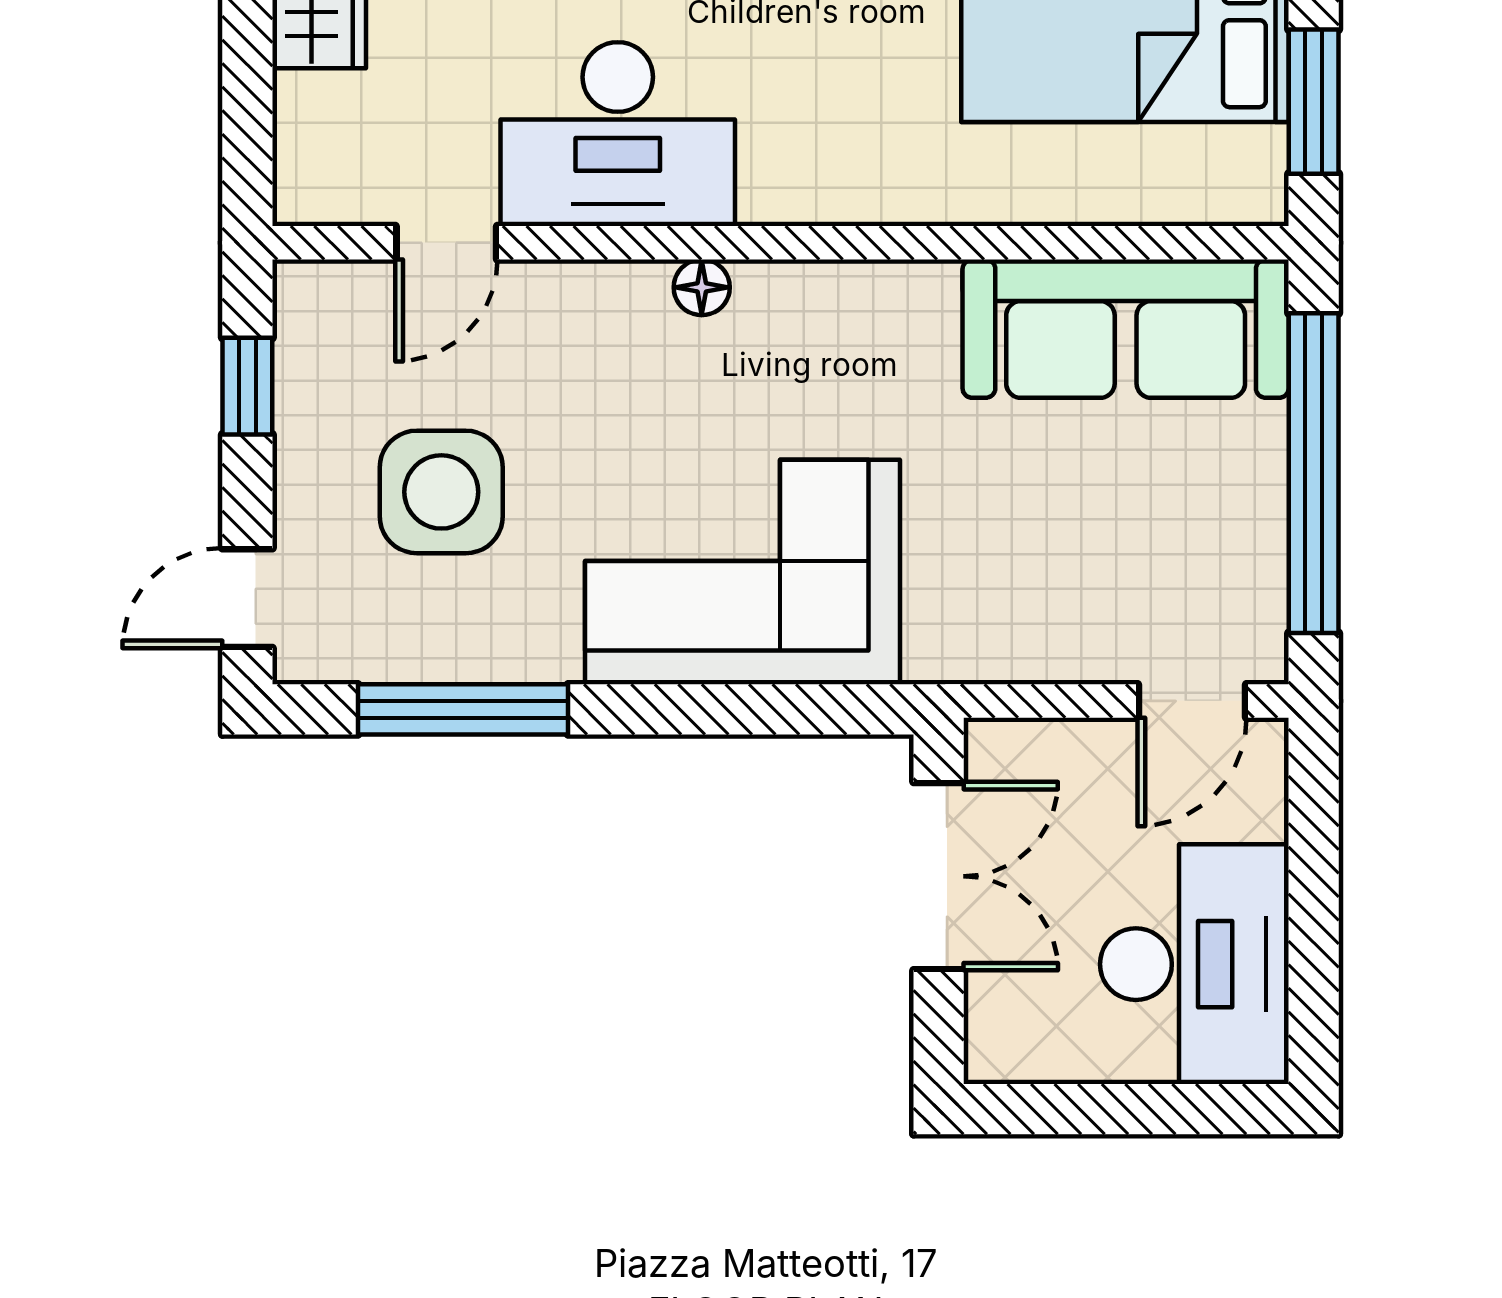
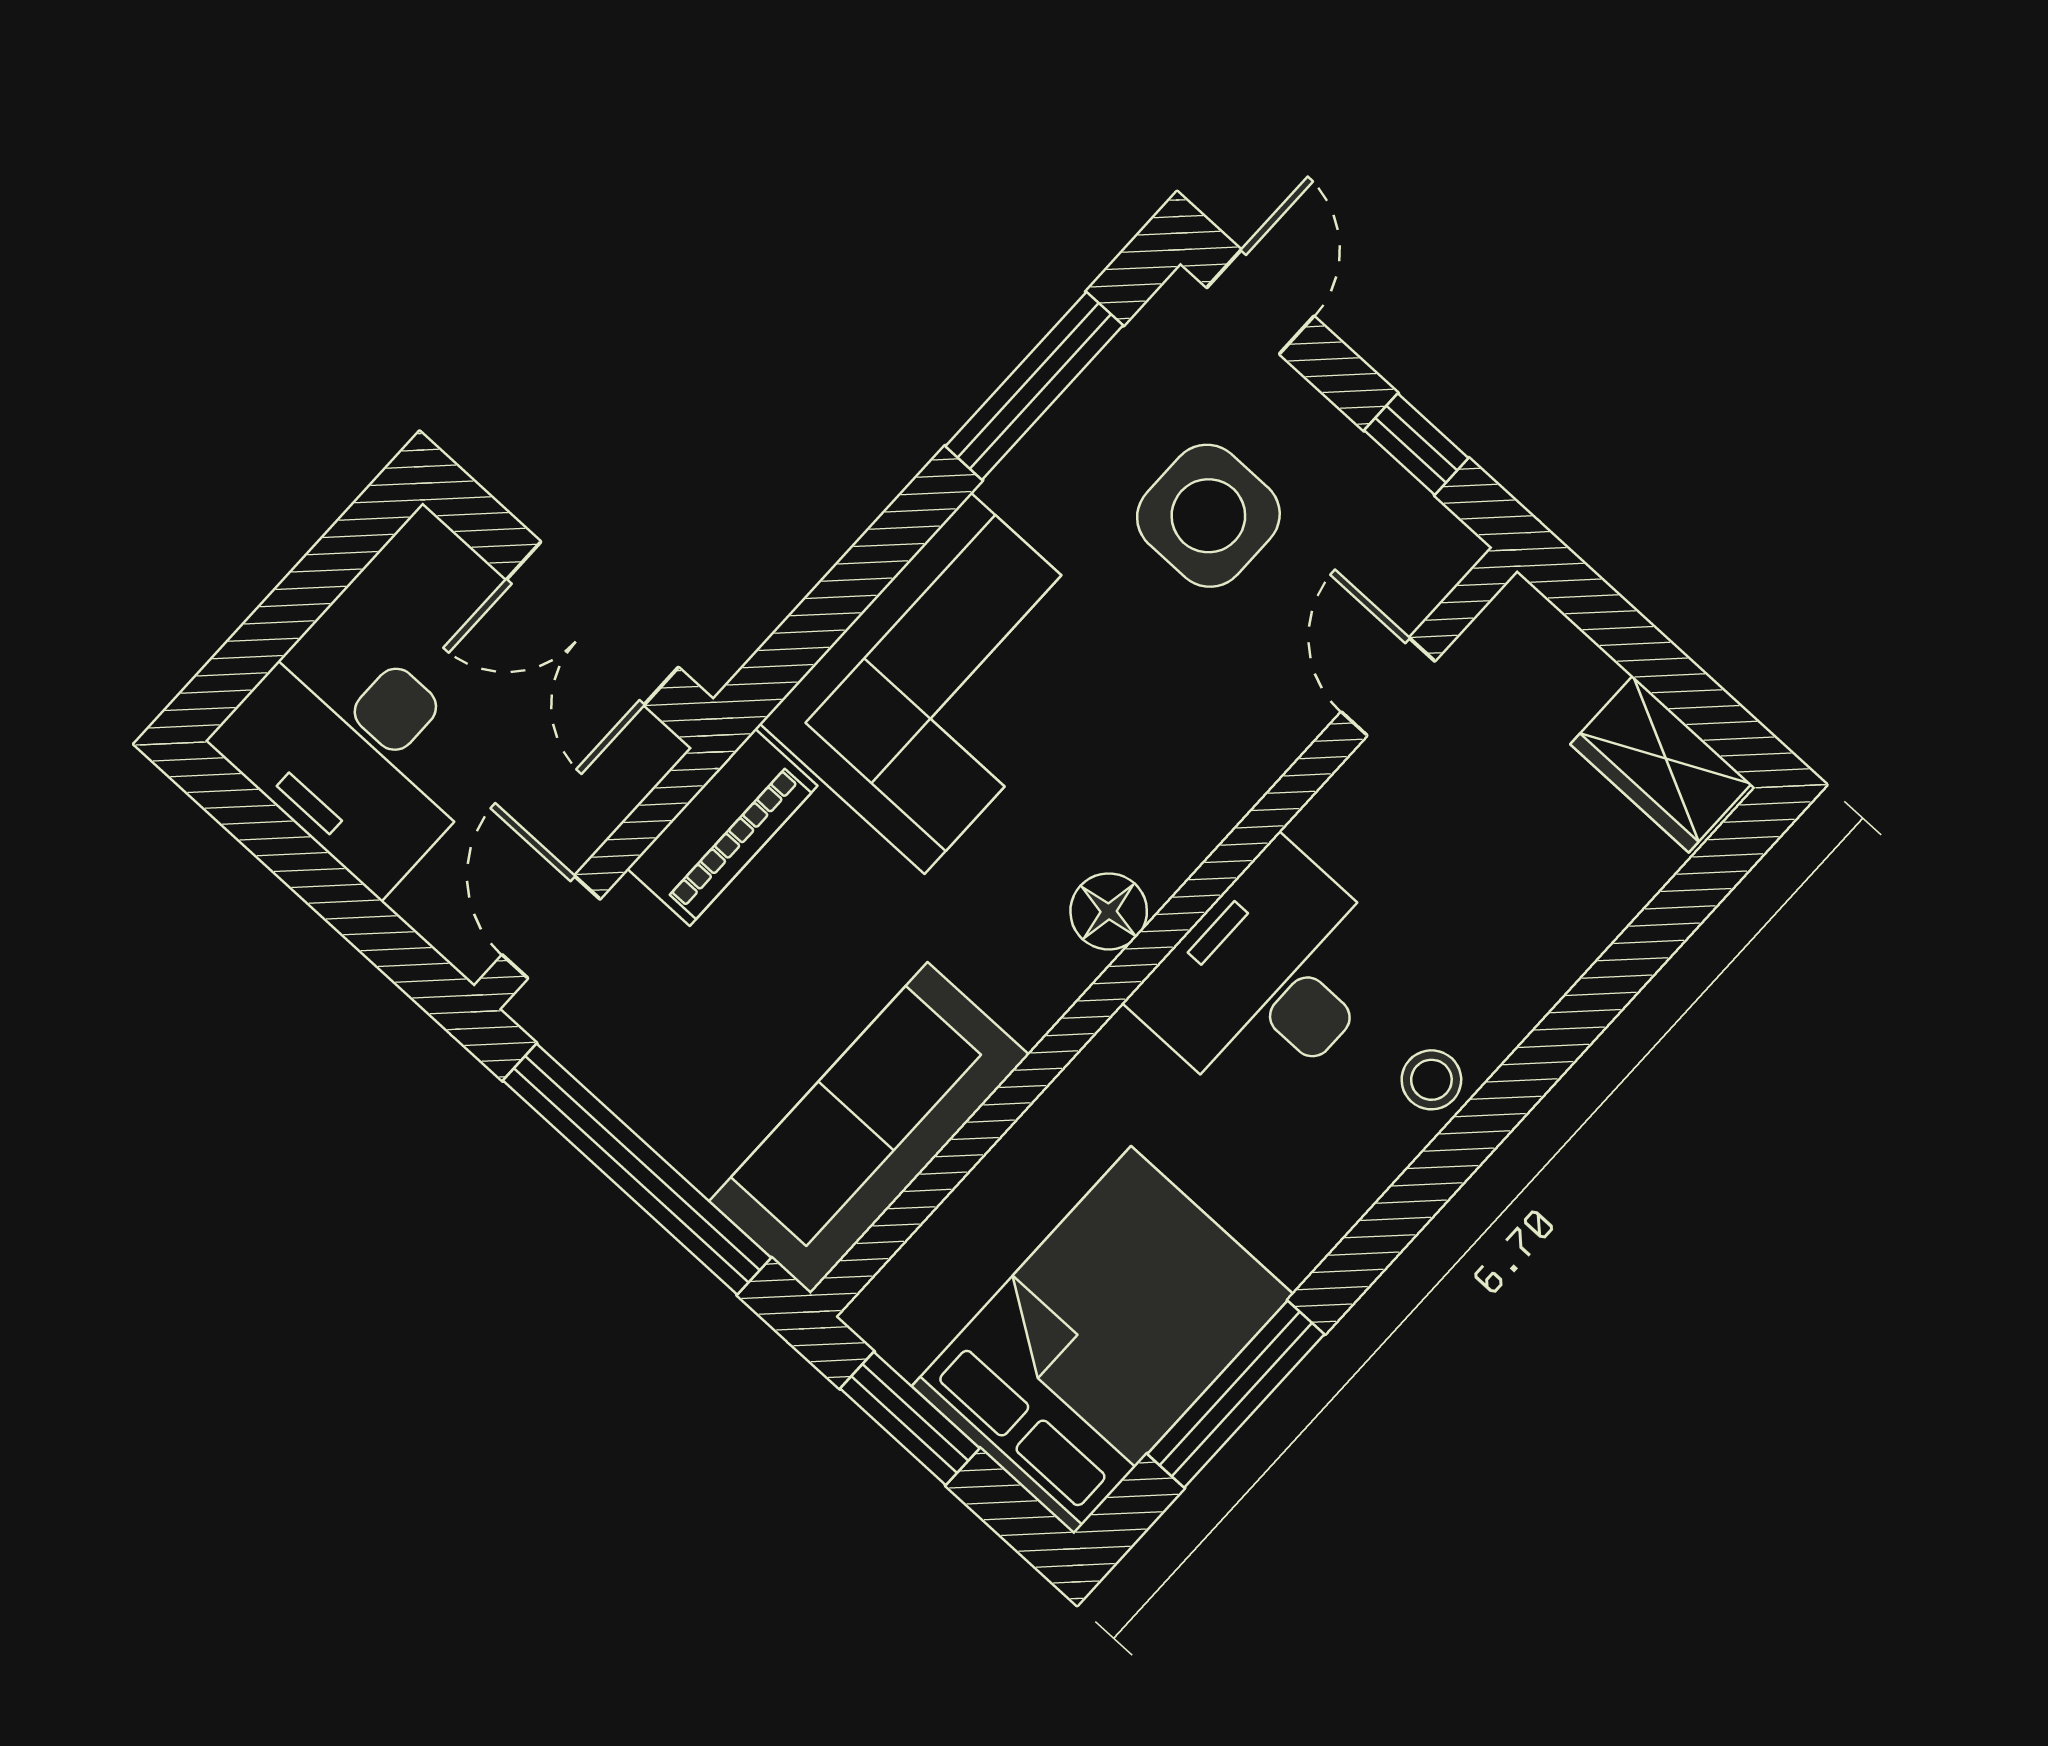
desk: (618, 134) -> (1268, 979), moved
floor lamp: (702, 287) -> (1109, 911), moved, width x1.37, depth x1.37
piano: (1002, 642) -> (722, 827), added

